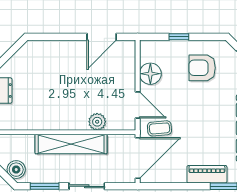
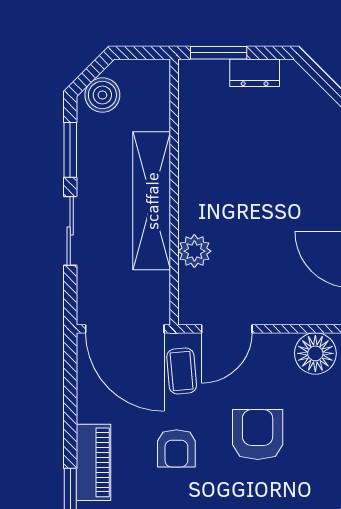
armchair: (202, 68) -> (258, 434), moved
floor lamp: (150, 74) -> (315, 353), moved
armchair: (200, 131) -> (176, 448), added

